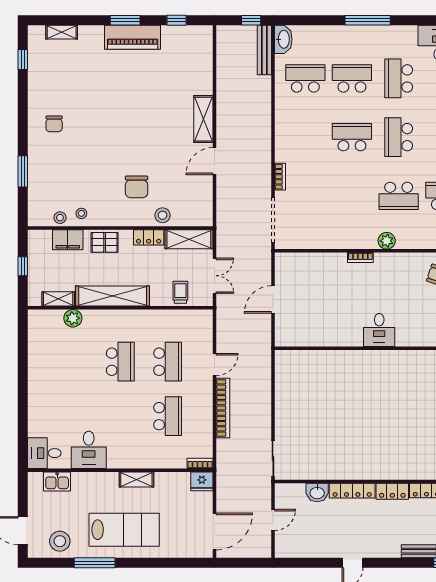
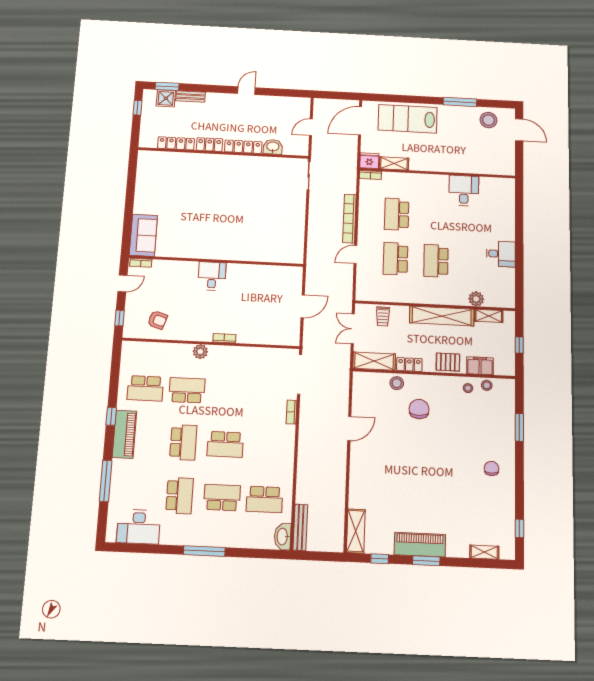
window: (251, 20) -> (311, 556), removed
school desk: (352, 78) -> (222, 498), turned 180
shelving: (203, 119) -> (356, 531), moved
desk: (44, 453) -> (501, 254), moved
shelving: (136, 480) -> (394, 163), moved
kitchen sink: (57, 482) -> (490, 167), removed
lab bench: (124, 530) -> (408, 119), moved

